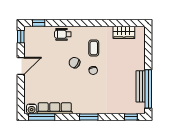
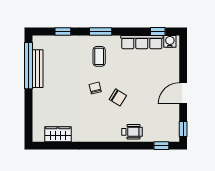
coffee table: (94, 48) -> (99, 56), moved
window: (42, 117) -> (158, 32), width x0.46
window: (131, 117) -> (63, 32), moved

